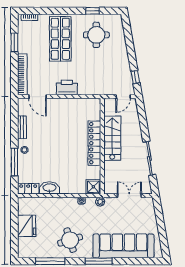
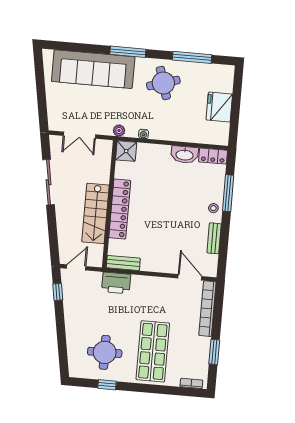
printer: (67, 88) -> (116, 283), moved
bench: (88, 103) -> (123, 263), added

